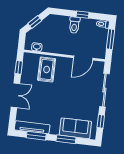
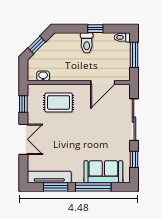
rug: (47, 69) -> (59, 102), turned 90
window: (66, 139) -> (93, 187), width x1.44

